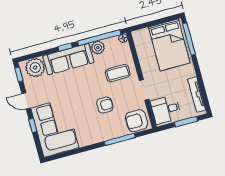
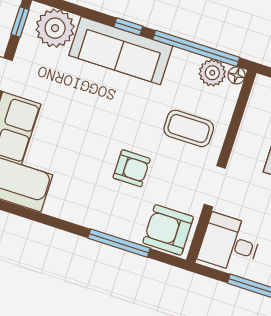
plant: (98, 48) -> (212, 73), moved

